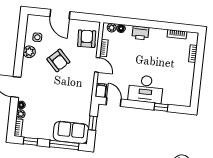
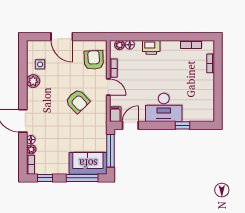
armchair: (58, 61) -> (78, 101), moved
door: (114, 102) -> (130, 125), hinge flipped
window: (93, 123) -> (110, 151), width x2.17

